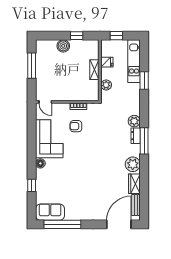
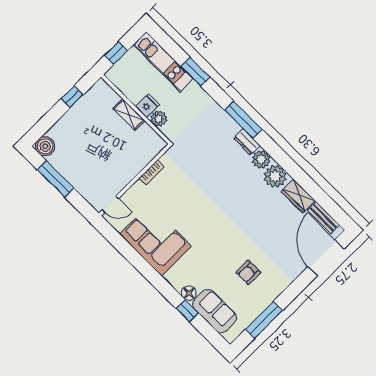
boiler: (63, 46) -> (45, 146), moved
fridge: (107, 62) -> (147, 106), moved
plant: (134, 121) -> (261, 159), moved
armchair: (76, 126) -> (248, 272), moved
window: (144, 141) -> (243, 120), moved
floor lamp: (40, 163) -> (189, 293), moved
sofa: (50, 212) -> (215, 311), moved, turned 90
window: (62, 224) -> (264, 320), width x0.68

